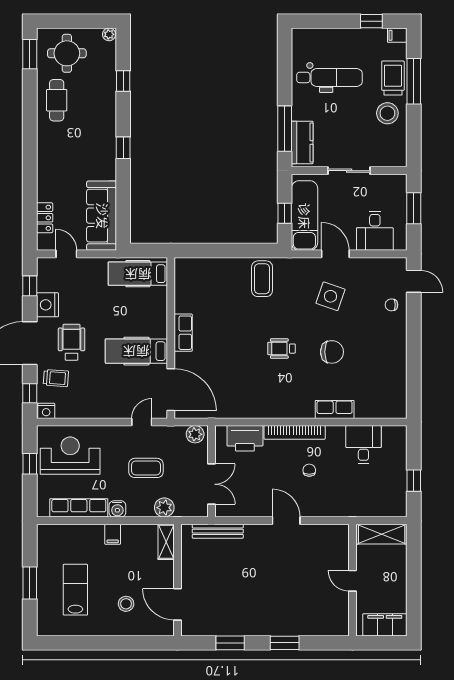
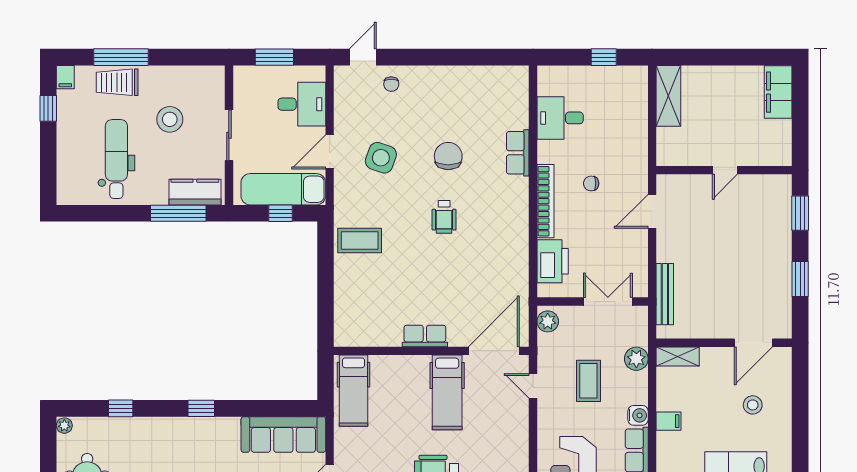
stool: (387, 113) -> (170, 119), moved
wall: (353, 580) -> (724, 170), moved
door: (353, 581) -> (725, 170), moved

